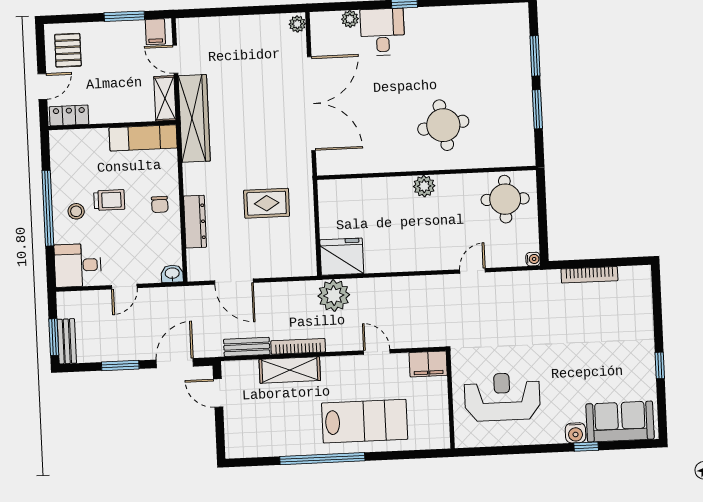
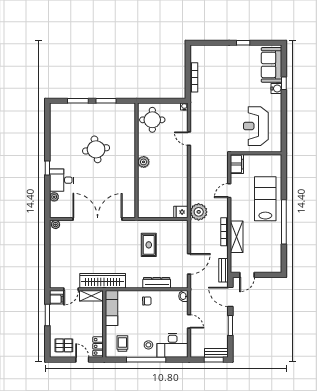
round table: (443, 125) -> (96, 149), moved
trolley: (109, 200) -> (122, 344), moved
fridge: (342, 257) -> (181, 212), width x0.53, depth x0.75
desk: (78, 265) -> (173, 345), width x1.37
bench: (247, 347) -> (224, 270), moved

